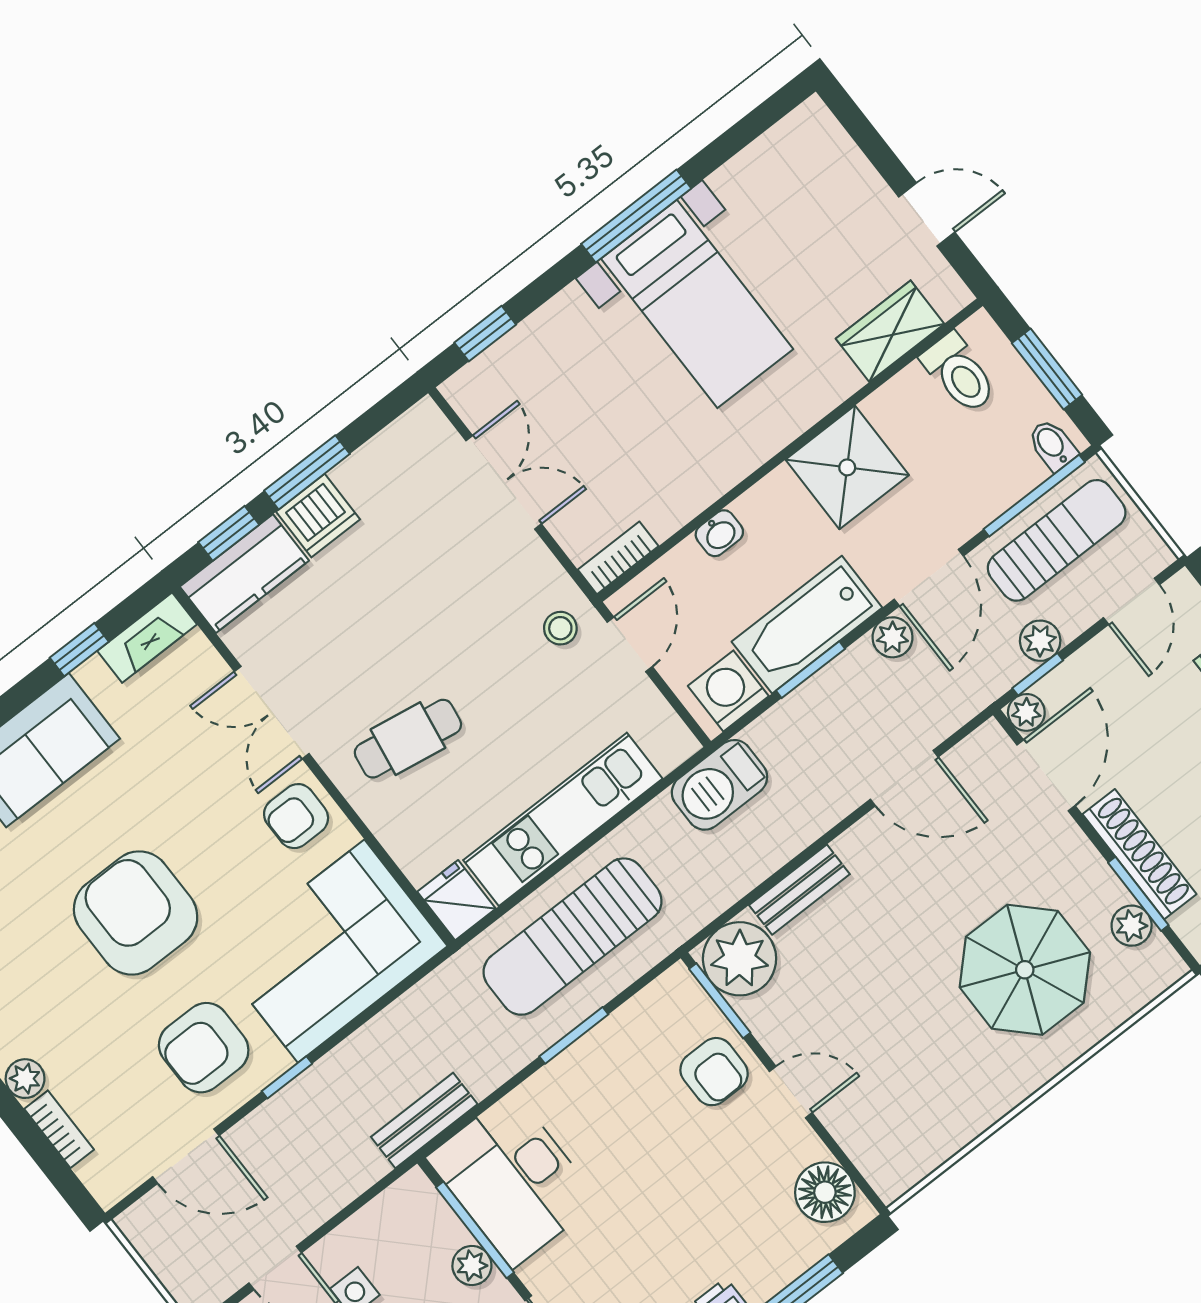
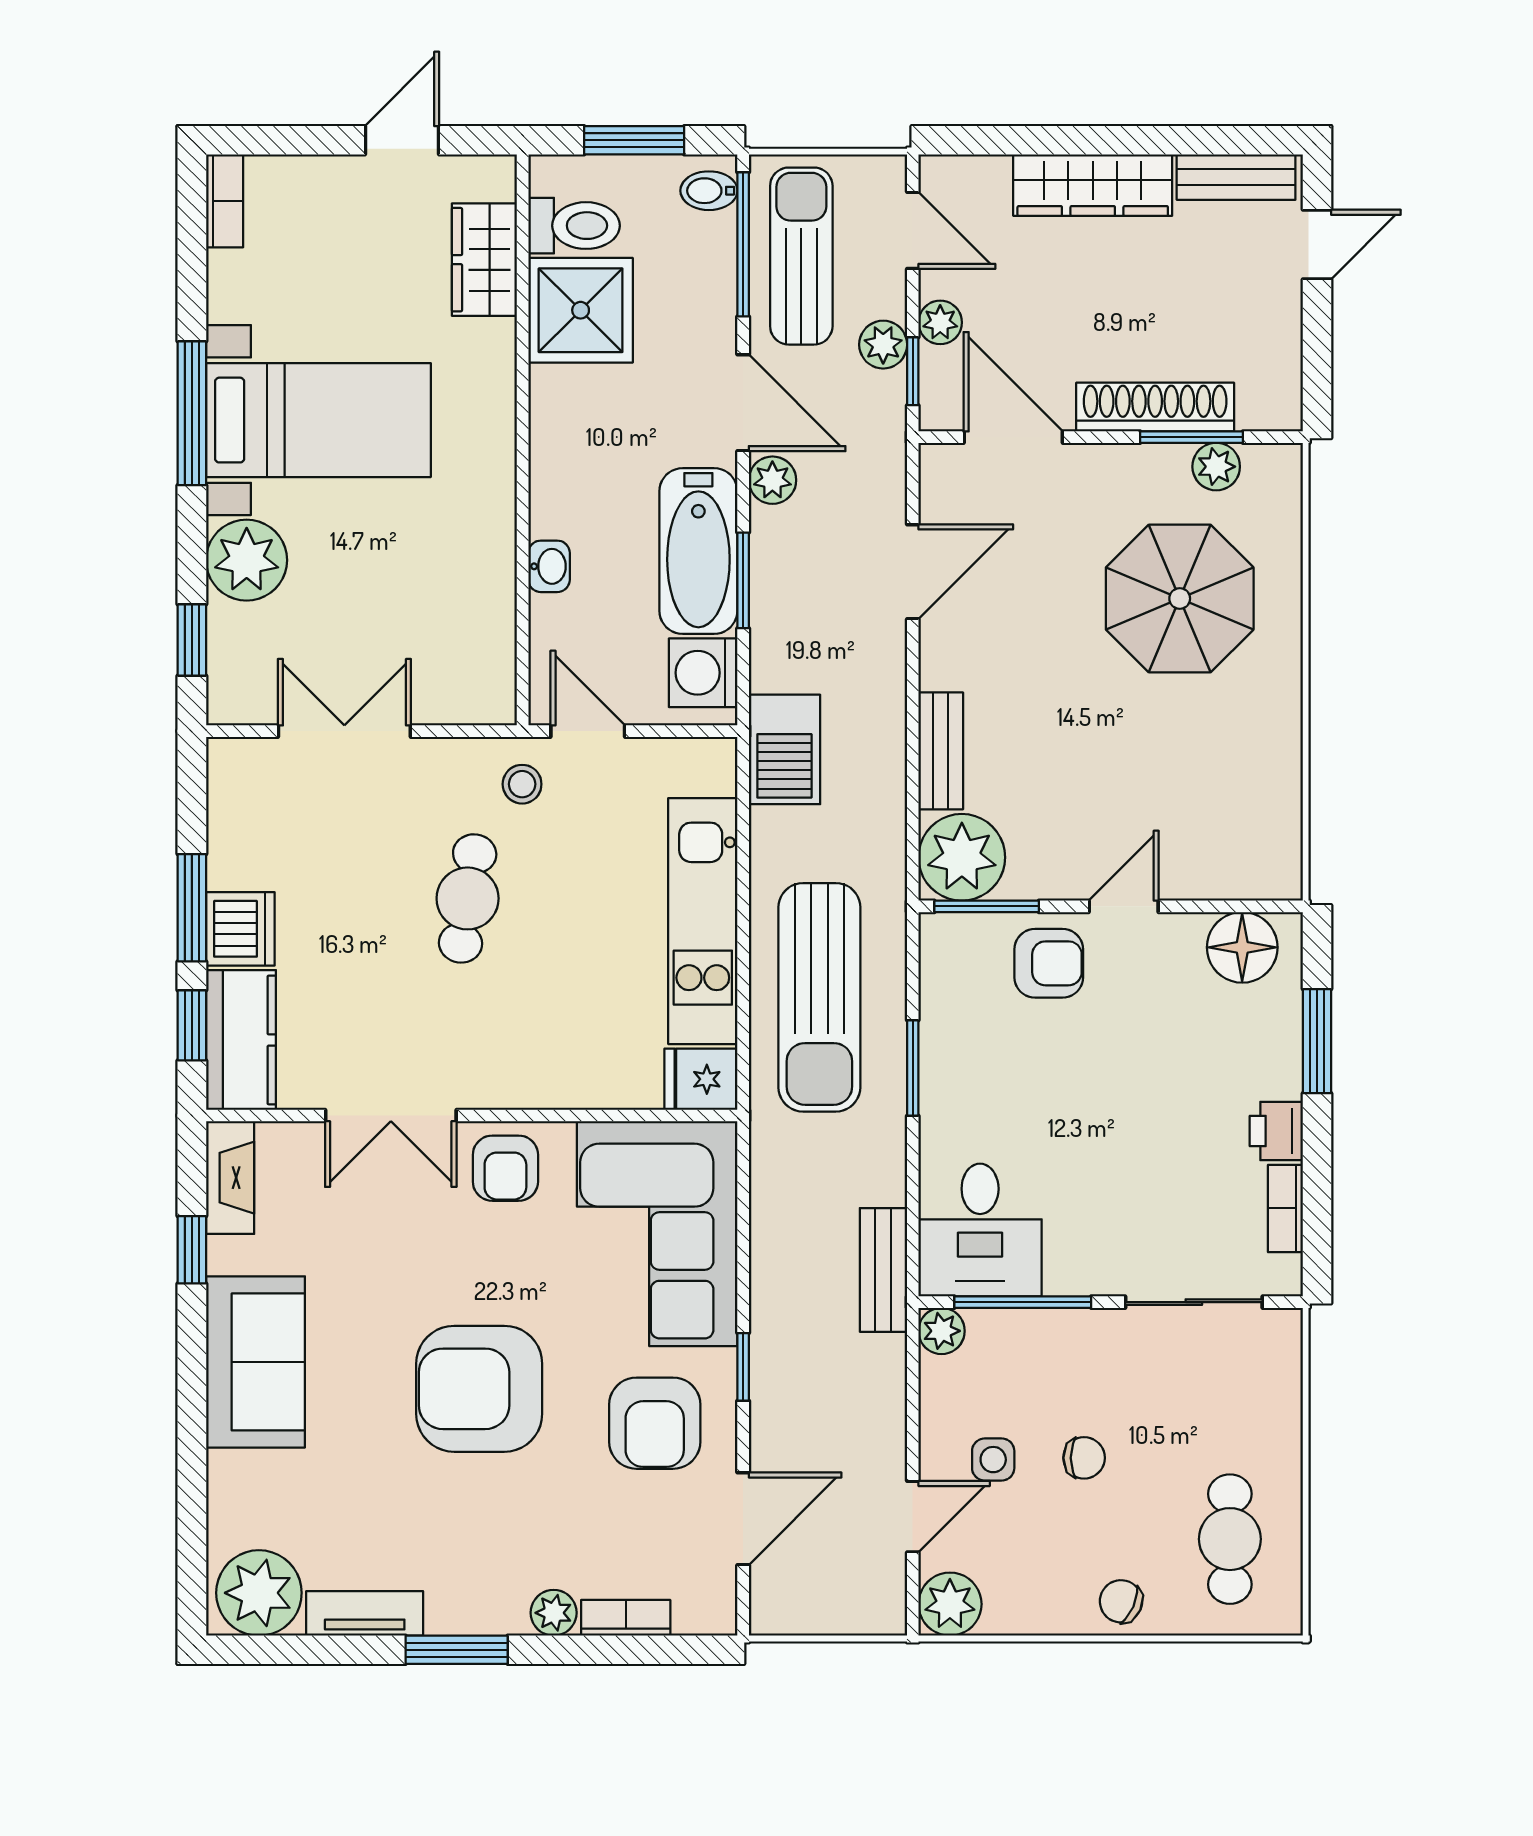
plant: (567, 329) -> (247, 560), added
shower: (847, 467) -> (581, 310), moved
bookcase: (618, 558) -> (225, 201), moved, turned 180
plant: (1026, 712) -> (940, 322), moved
cafe table: (408, 739) -> (468, 898), moved
desk: (513, 1179) -> (980, 1230), width x0.73
plant: (472, 1265) -> (942, 1331), moved

